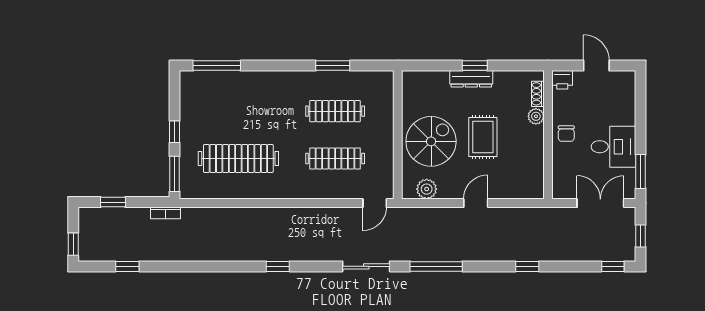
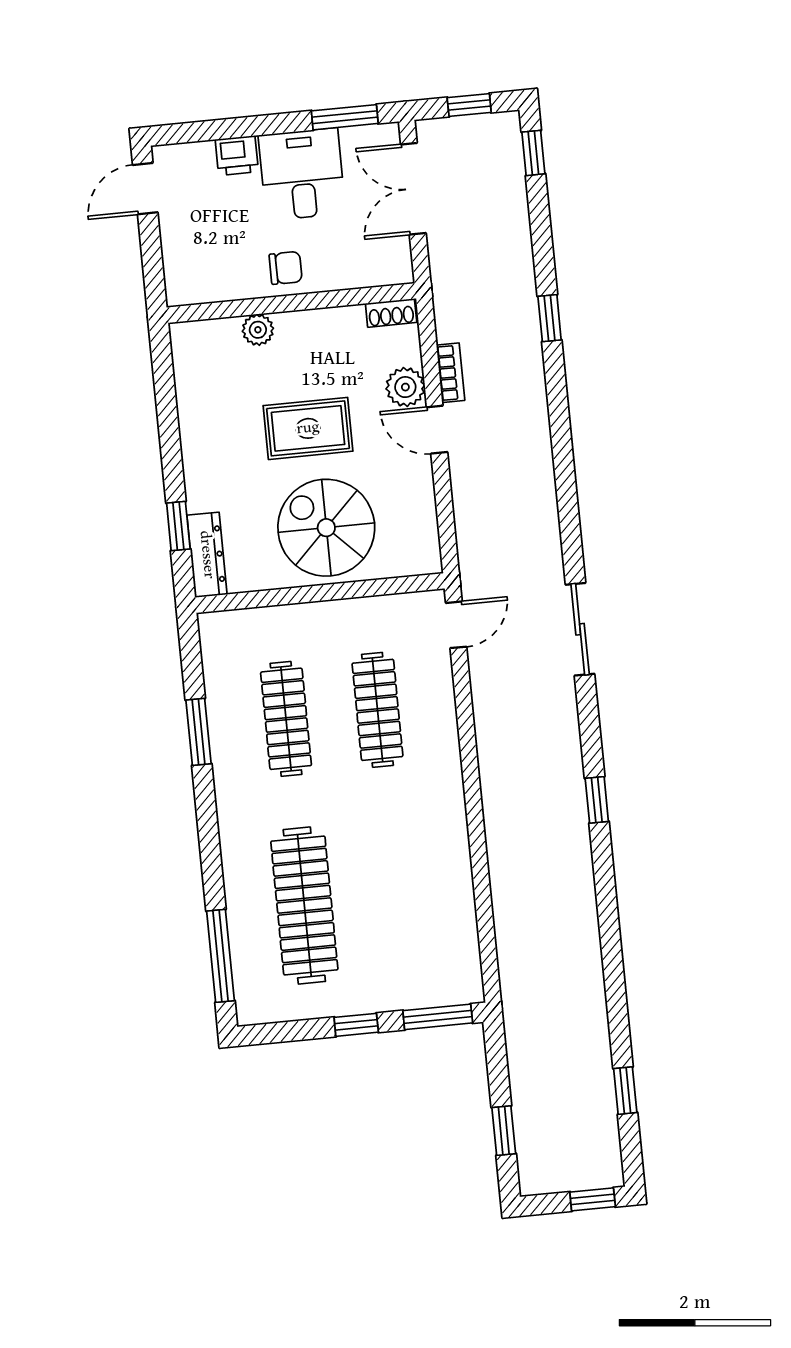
window: (475, 66) -> (178, 526), moved
door: (596, 66) -> (145, 189), moved
dresser: (471, 79) -> (207, 555), moved
printer: (562, 80) -> (237, 156), moved, turned 90
shoe rack: (538, 94) -> (391, 313), moved
clothes rail: (238, 158) -> (304, 906), moved
plant: (427, 189) -> (405, 387), moved
door: (375, 203) -> (456, 625), hinge flipped
bookcase: (165, 213) -> (451, 373), moved
window: (436, 266) -> (567, 494), removed

